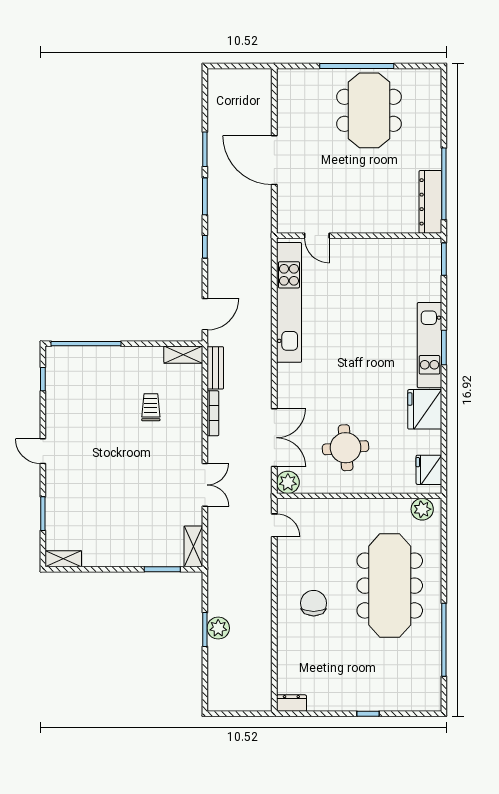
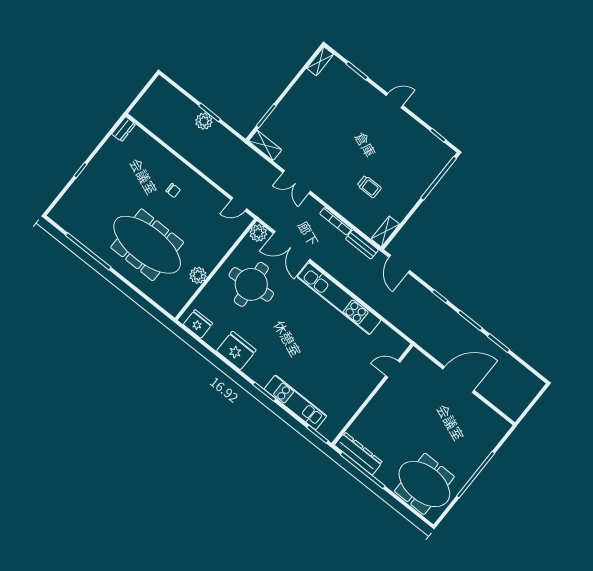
meeting table: (369, 110) -> (424, 484), moved
kitchen unit: (289, 302) -> (339, 299), moved
kitchen unit: (430, 345) -> (295, 402), moved
round table: (346, 448) -> (251, 284), width x1.36, depth x1.36
plant: (422, 509) -> (198, 275), moved
chair: (314, 603) -> (173, 190), width x0.54, depth x0.54

